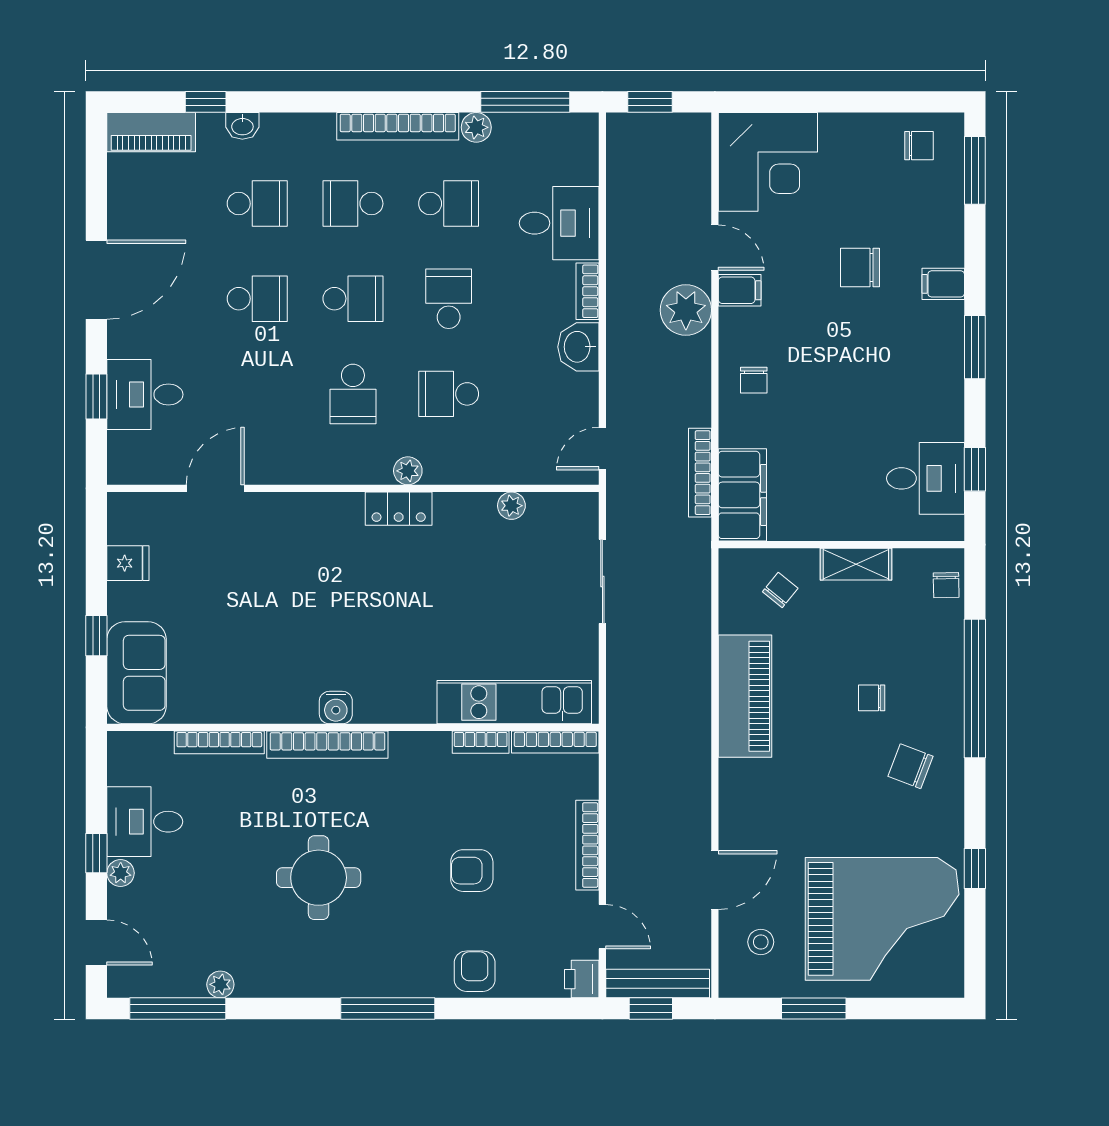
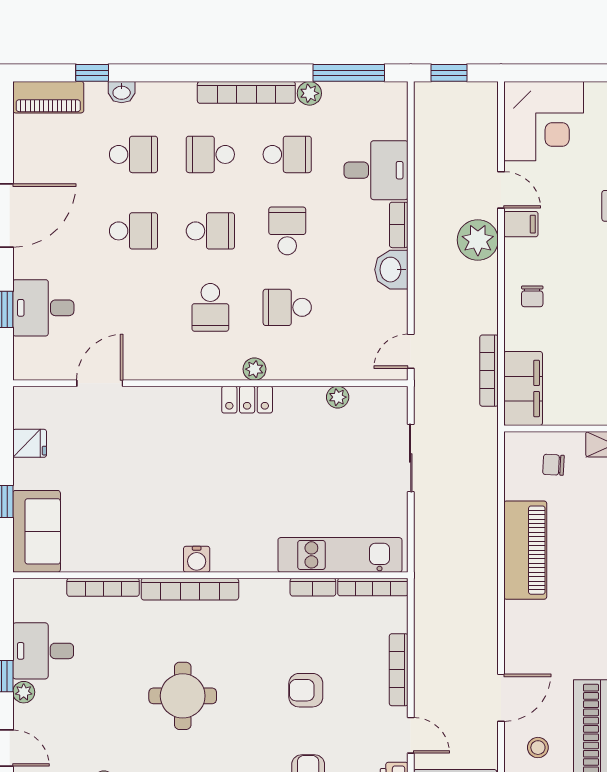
chair: (780, 590) -> (554, 465), turned -126

